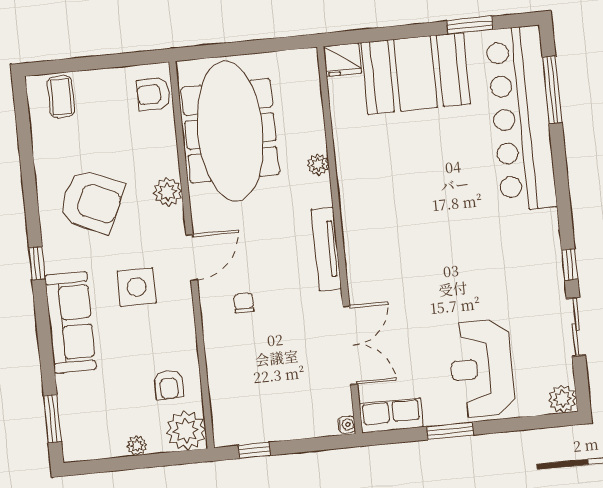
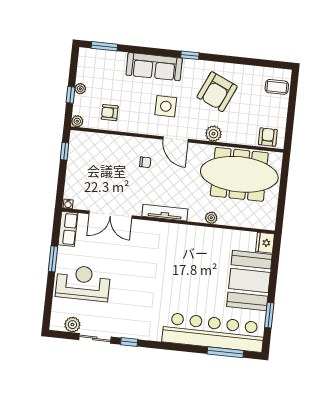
plant: (562, 399) -> (72, 325), moved
plant: (186, 431) -> (77, 121), width x0.53, depth x0.53
window: (152, 461) -> (71, 95), added

